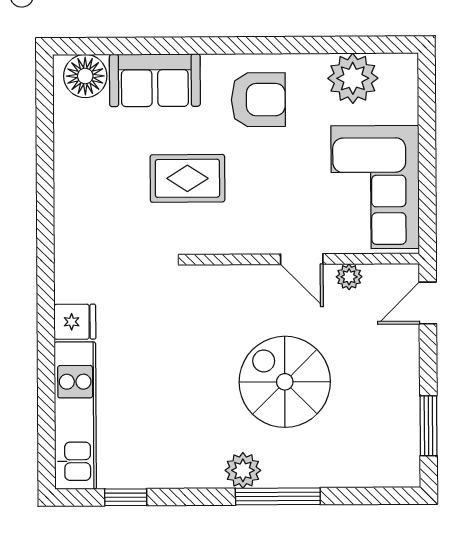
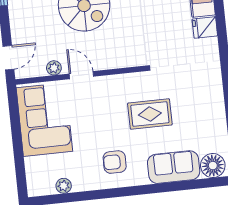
plant: (353, 78) -> (64, 186), width x0.53, depth x0.53
armchair: (258, 100) -> (115, 162), width x0.72, depth x0.72

